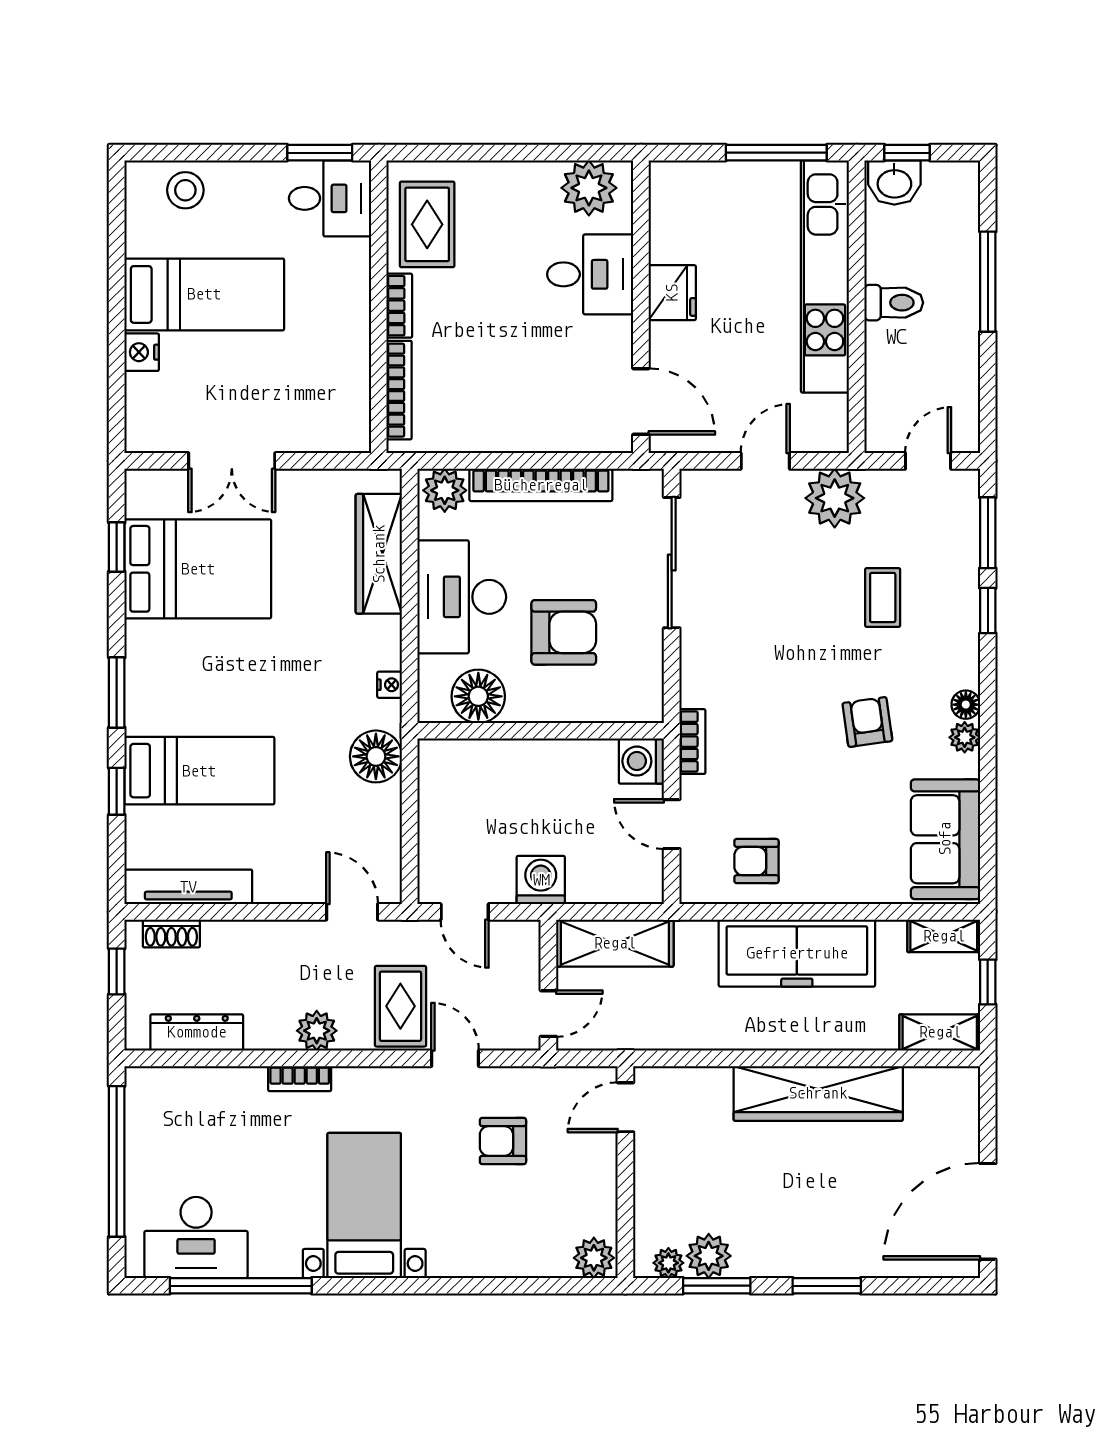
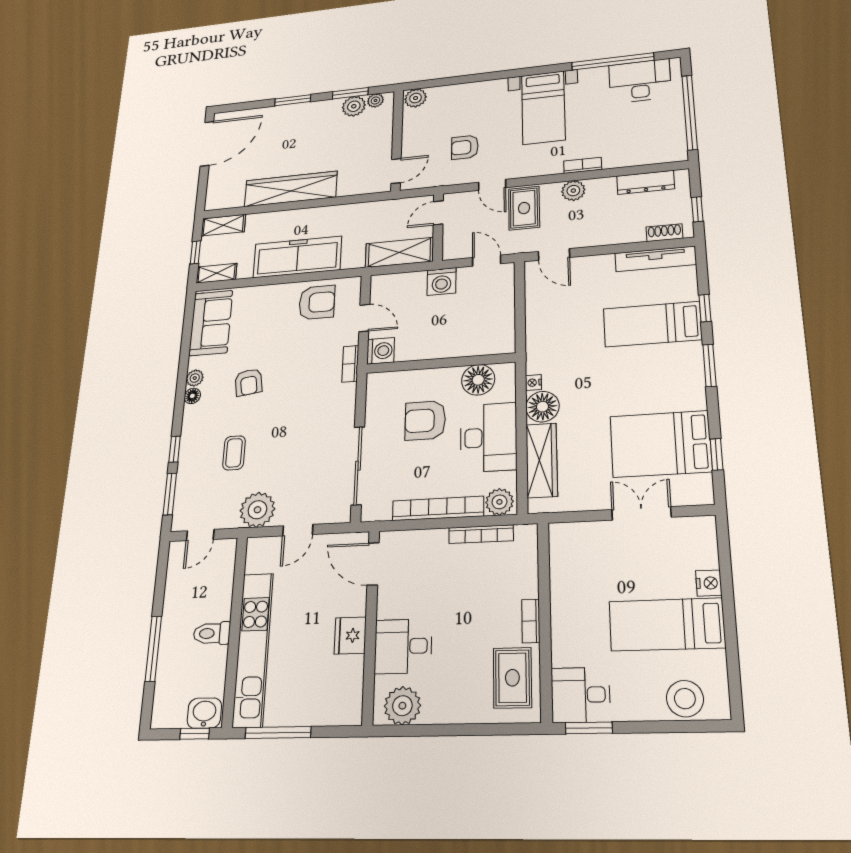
stool: (185, 190) -> (685, 699), width x1.38, depth x1.38
bookcase: (399, 390) -> (481, 534), moved, turned -90
floor lamp: (376, 756) -> (542, 407), moved
armchair: (756, 861) -> (317, 302), width x1.38, depth x1.38
armchair: (503, 1141) -> (465, 147), turned 180

